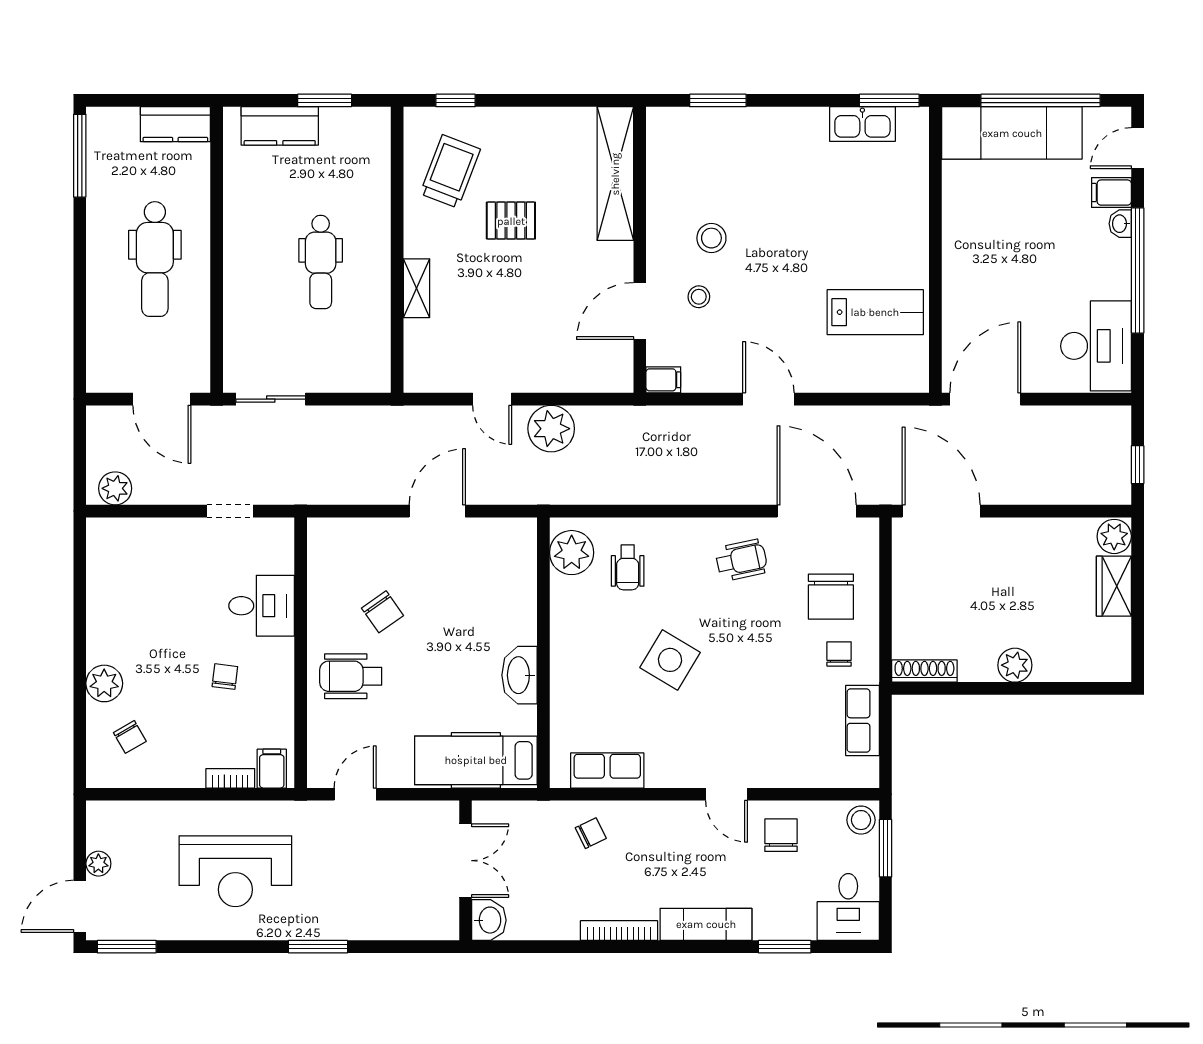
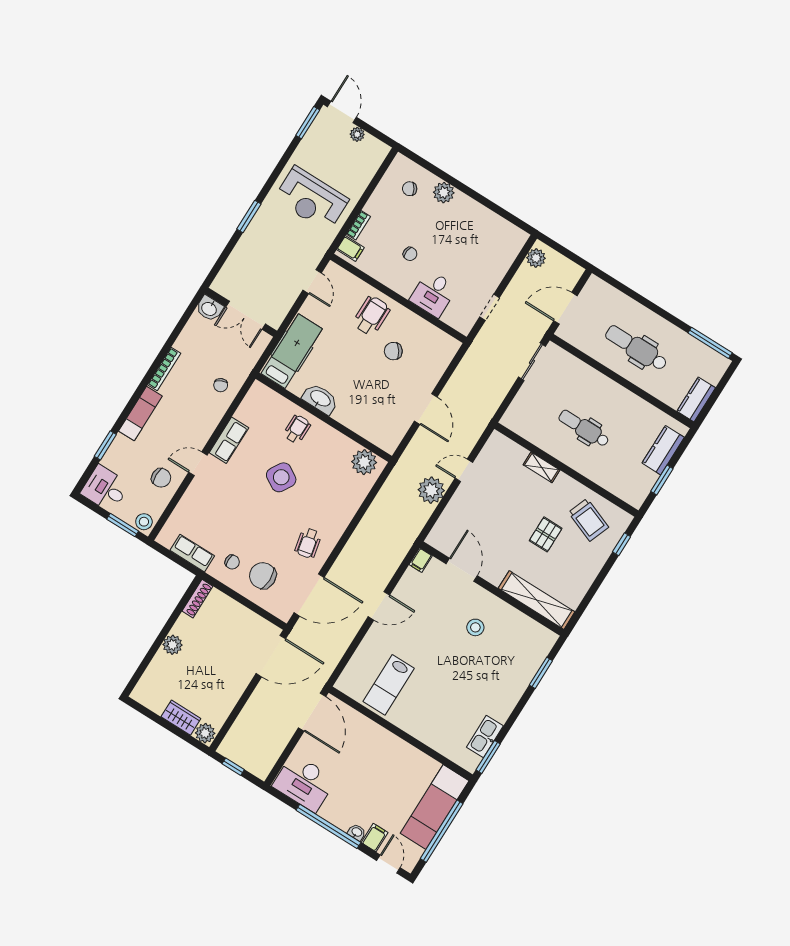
stool: (699, 297) -> (450, 603), removed
wheelchair: (628, 567) -> (297, 429), moved, turned 90
row of seats: (607, 770) -> (229, 440), moved
reception desk: (235, 871) -> (311, 199), turned -90

